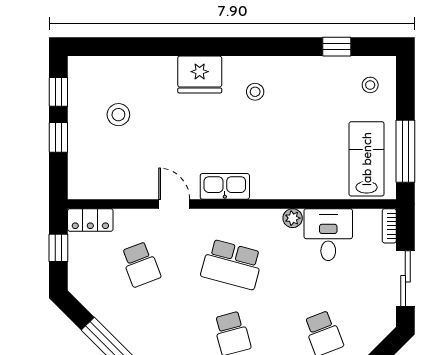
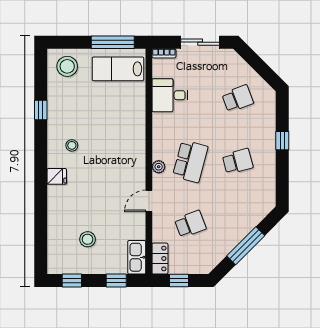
window: (337, 47) -> (41, 110), moved
fridge: (200, 74) -> (57, 176), width x0.53, depth x0.75
stool: (370, 85) -> (67, 66), width x1.89, depth x1.89
window: (58, 137) -> (116, 280), moved
kitchen sink: (225, 186) -> (137, 257), moved
plant: (293, 218) -> (159, 167), moved

